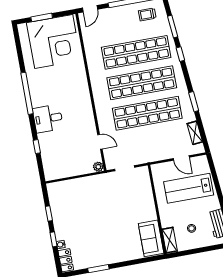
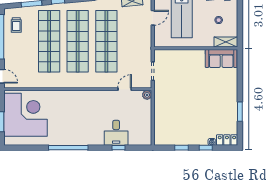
desk: (48, 119) -> (116, 133), moved

